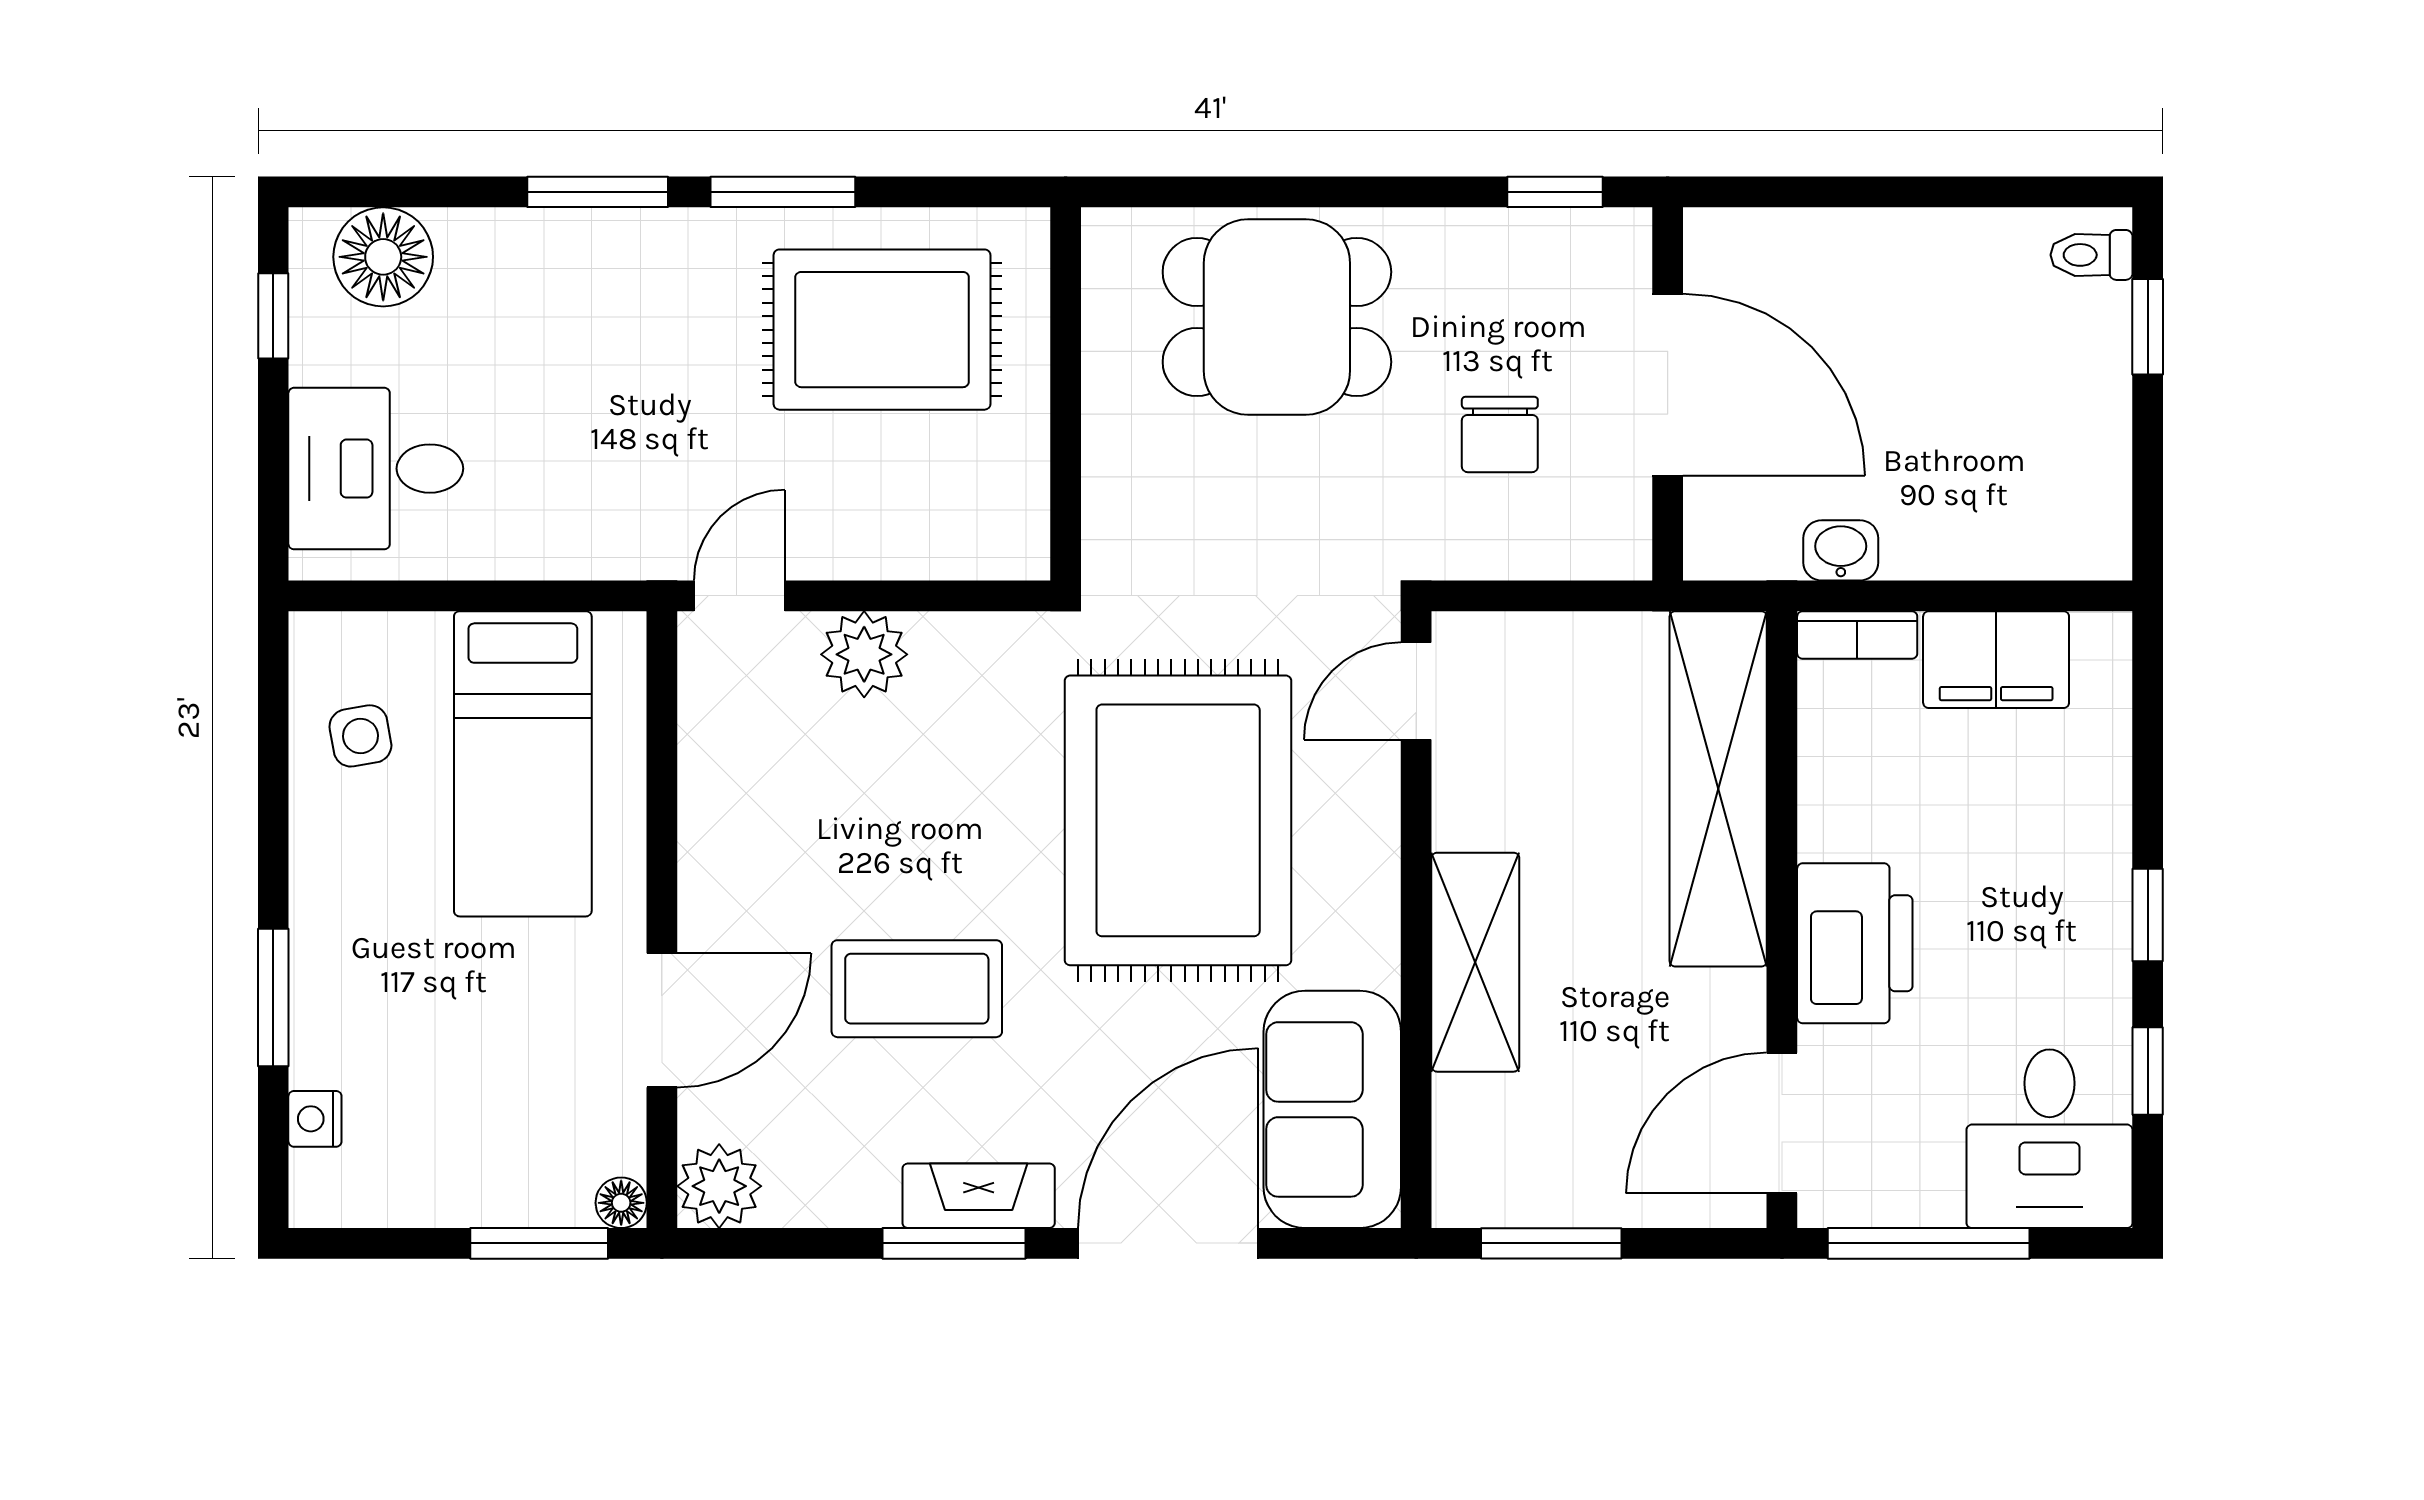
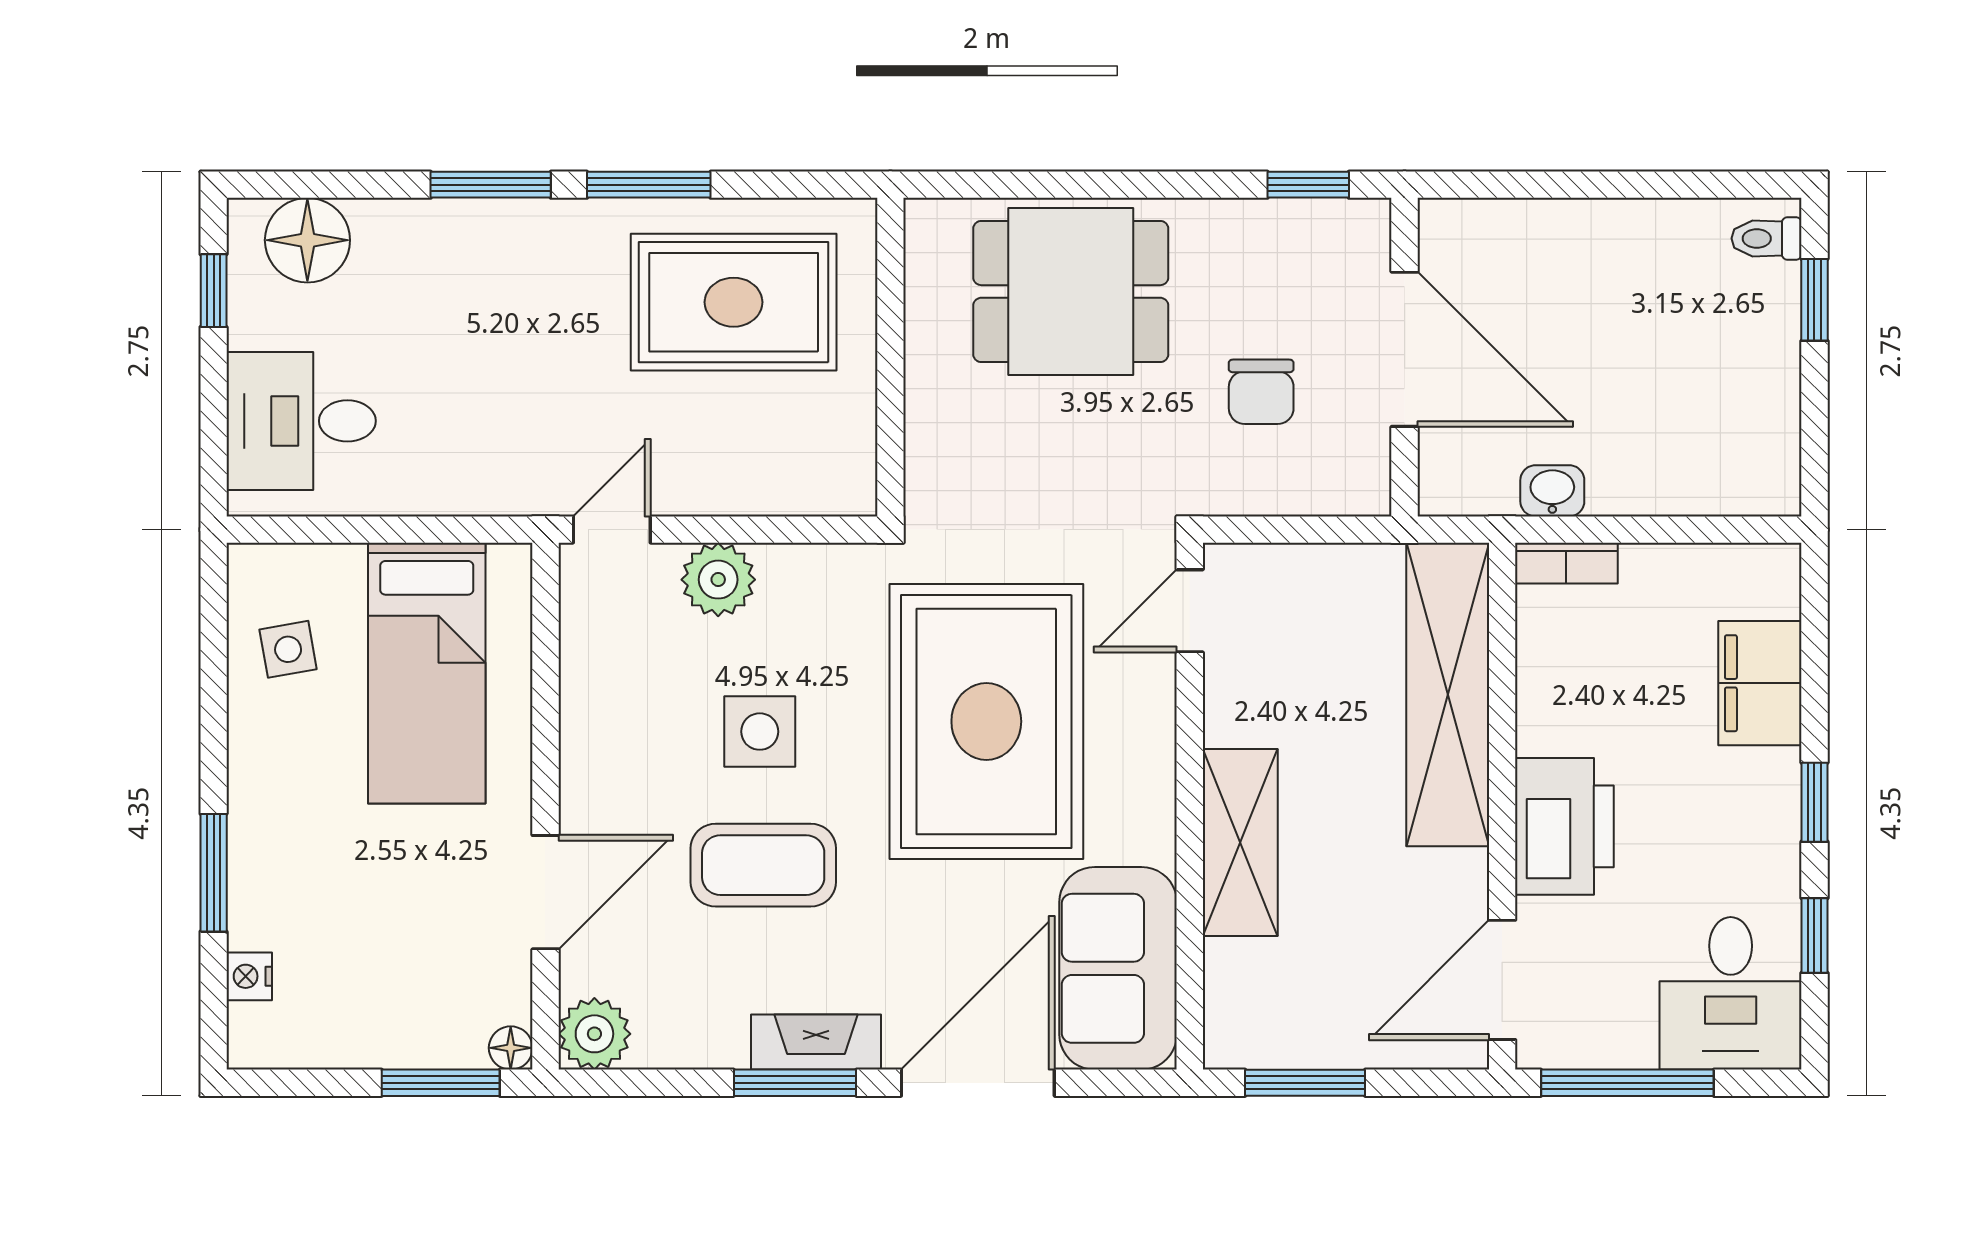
filing cabinet: (1996, 660) -> (1760, 683), moved, turned 90
side table: (913, 832) -> (760, 732), added

